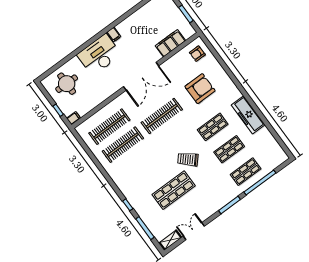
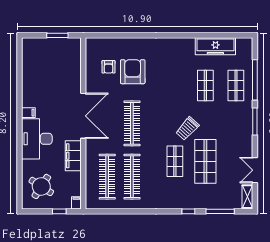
filing cabinet: (170, 43) -> (73, 156), moved
armchair: (197, 54) -> (108, 67), moved
round table: (67, 84) -> (41, 186), turned 33
freezer: (248, 115) -> (215, 46), moved
shop shelf: (213, 127) -> (175, 161), moved

